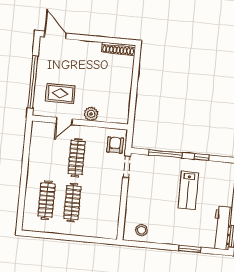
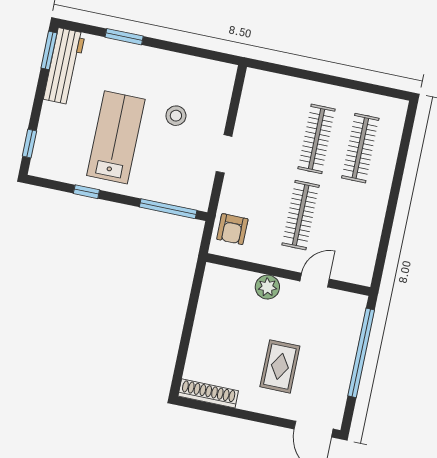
rug: (60, 93) -> (280, 366), moved, turned 90
window: (165, 154) -> (168, 209), moved
doorway: (127, 167) -> (224, 154), moved
lab bench: (188, 190) -> (116, 137), width x1.36, depth x1.39
stool: (141, 230) -> (176, 116), moved

